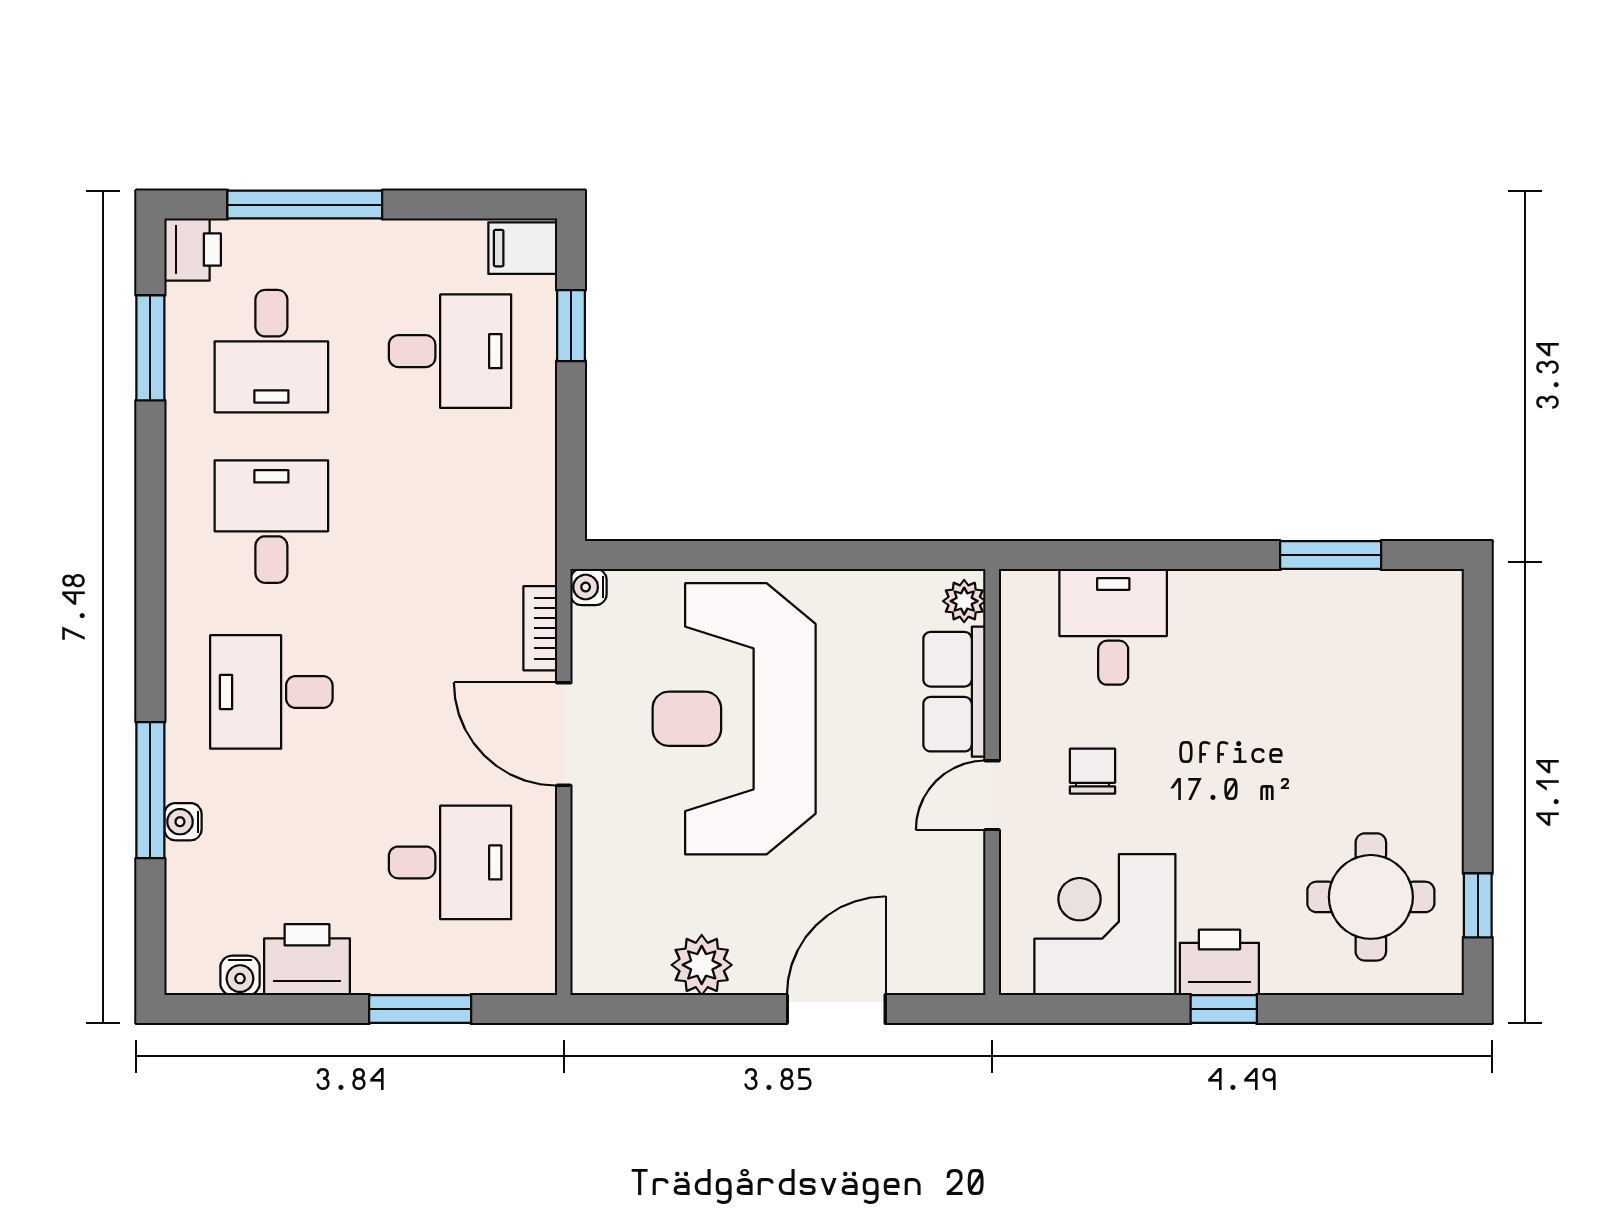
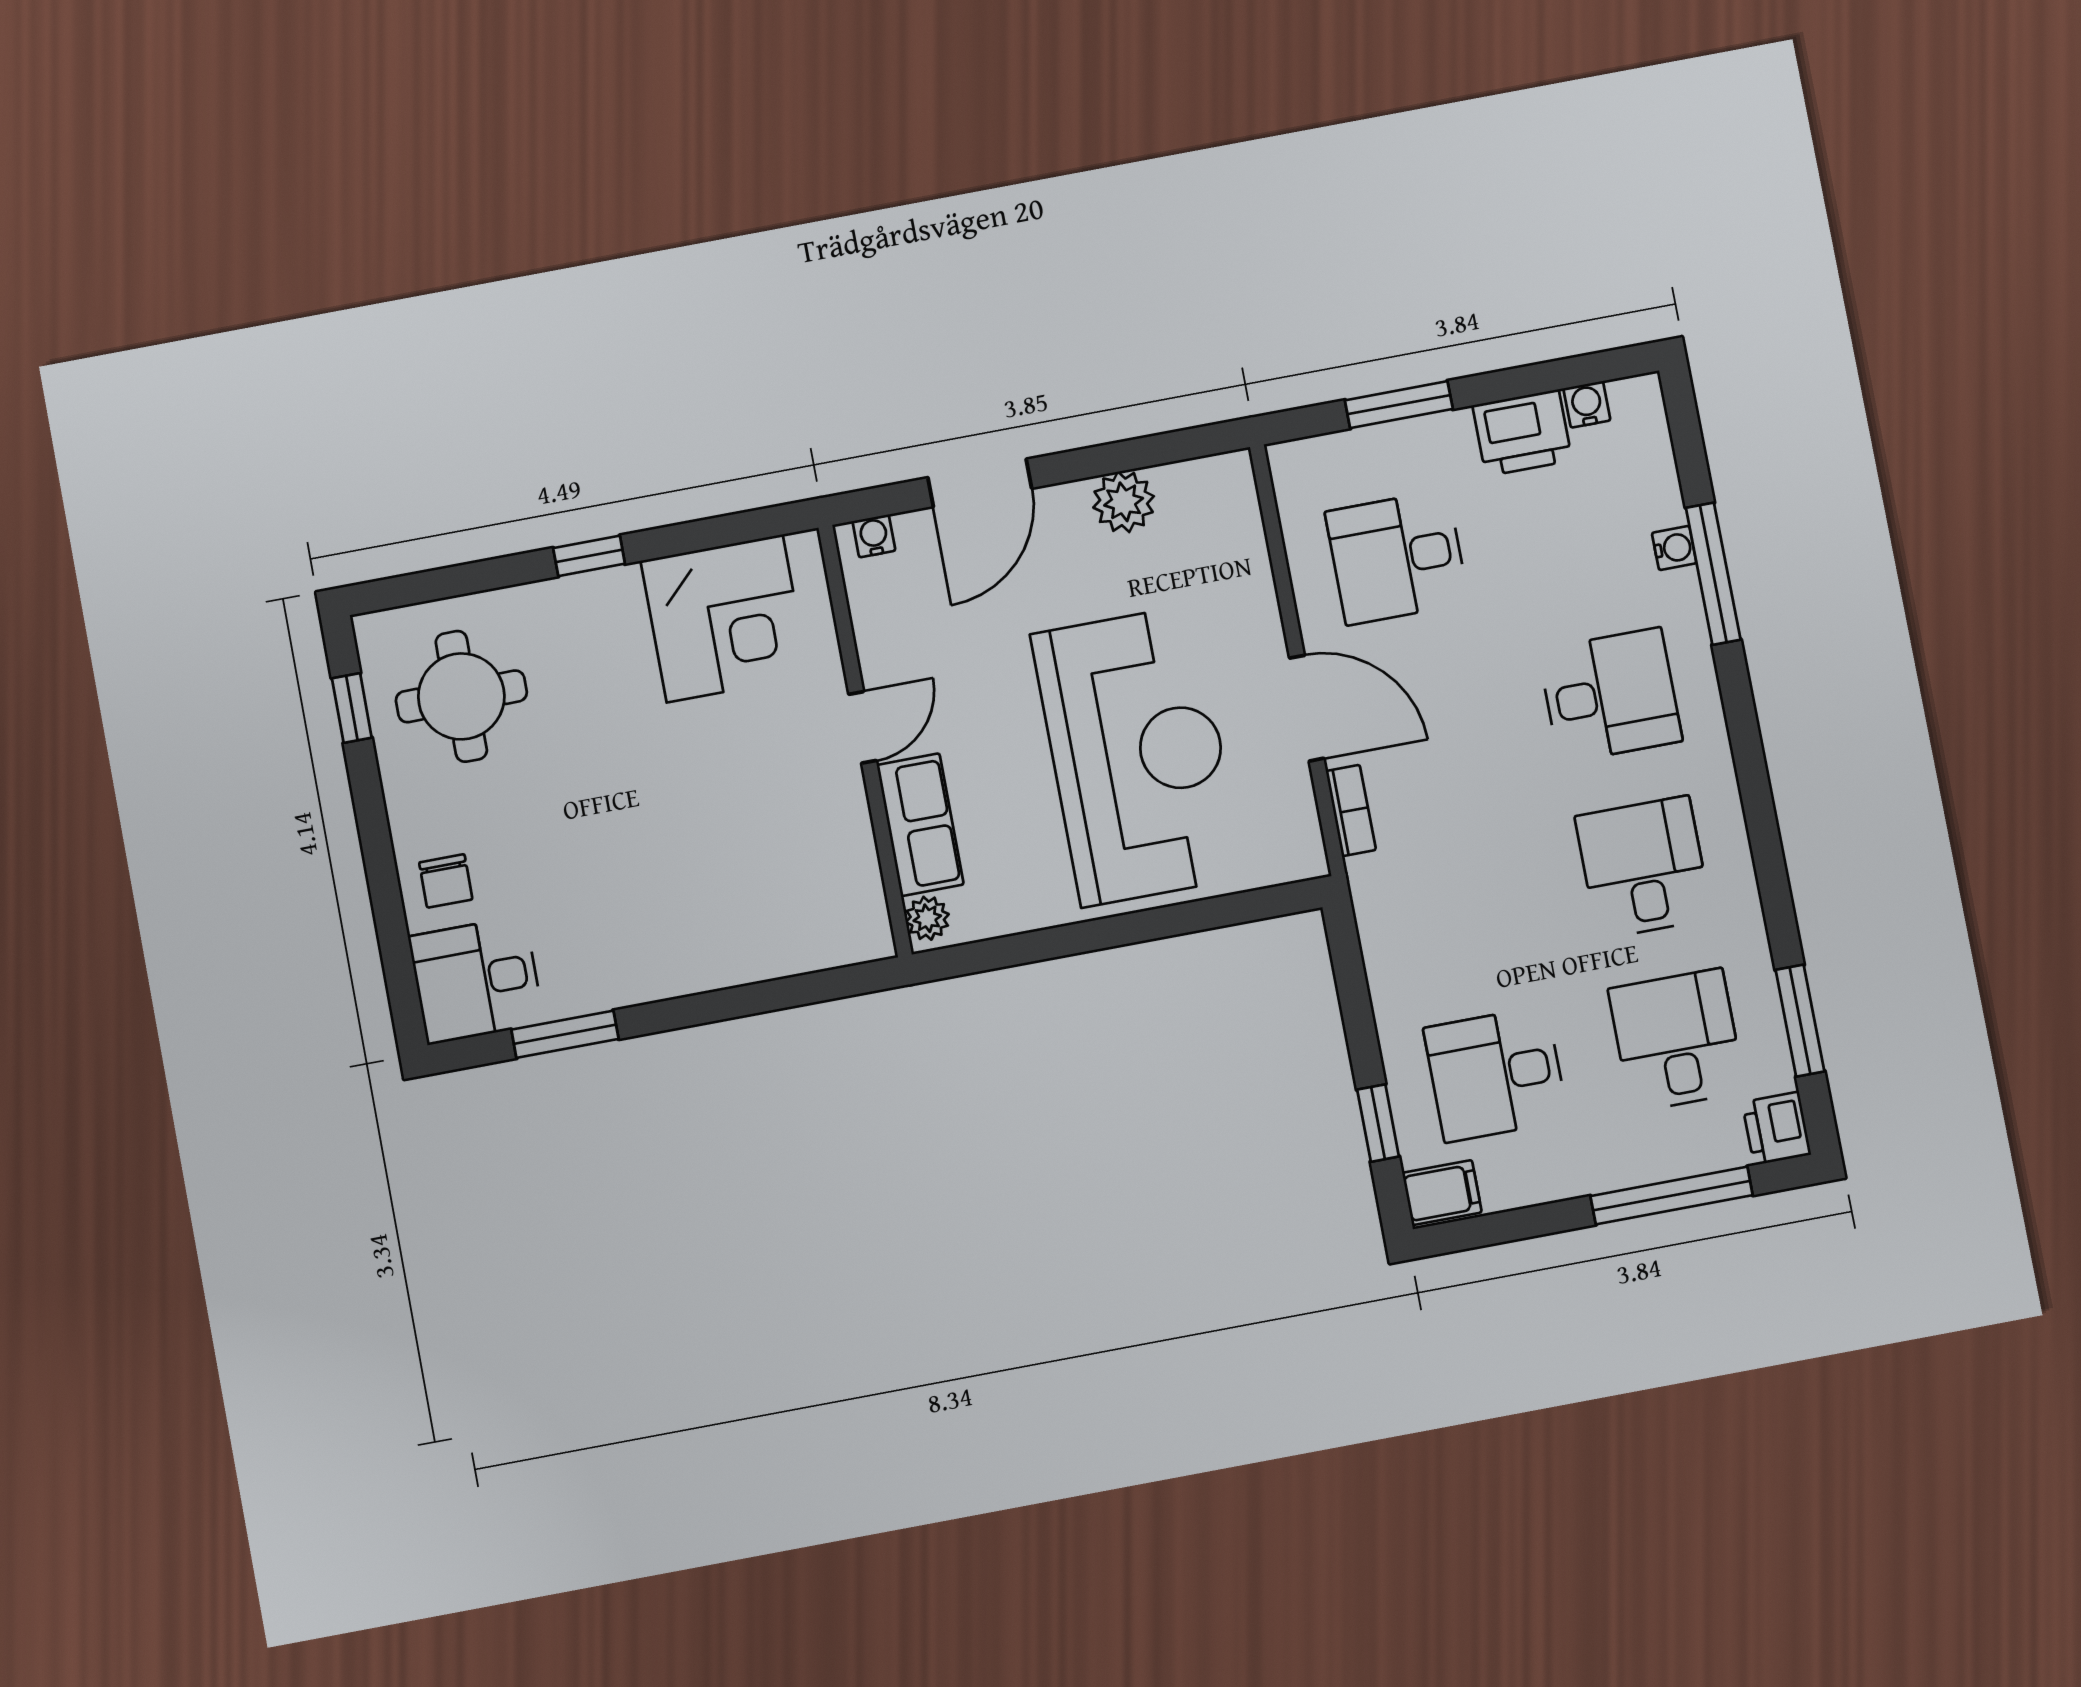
desk: (271, 522) -> (1643, 867), turned 180
water cooler: (588, 587) -> (874, 536), moved, turned -90
desk: (1113, 627) -> (476, 980), moved, turned 90
chair: (1092, 771) -> (446, 881), moved
printer: (1219, 962) -> (602, 602), removed

